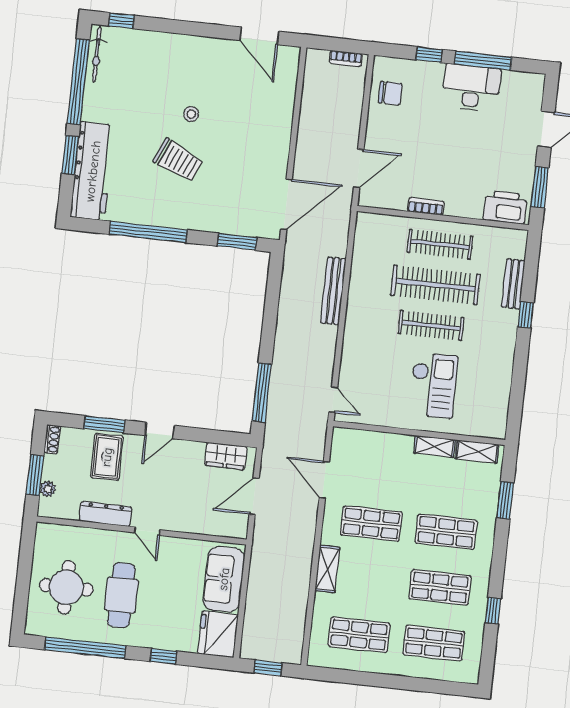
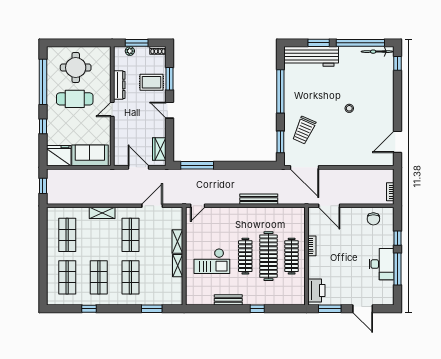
trolley: (178, 160) -> (304, 130), moved
bench: (513, 284) -> (228, 300), moved
shelving: (477, 452) -> (177, 242), moved

